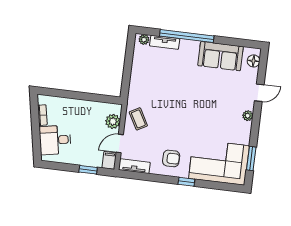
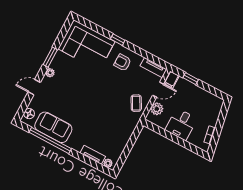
window: (187, 36) -> (50, 141), moved
desk: (55, 140) -> (181, 124), moved, turned 100
window: (251, 158) -> (50, 57), moved

